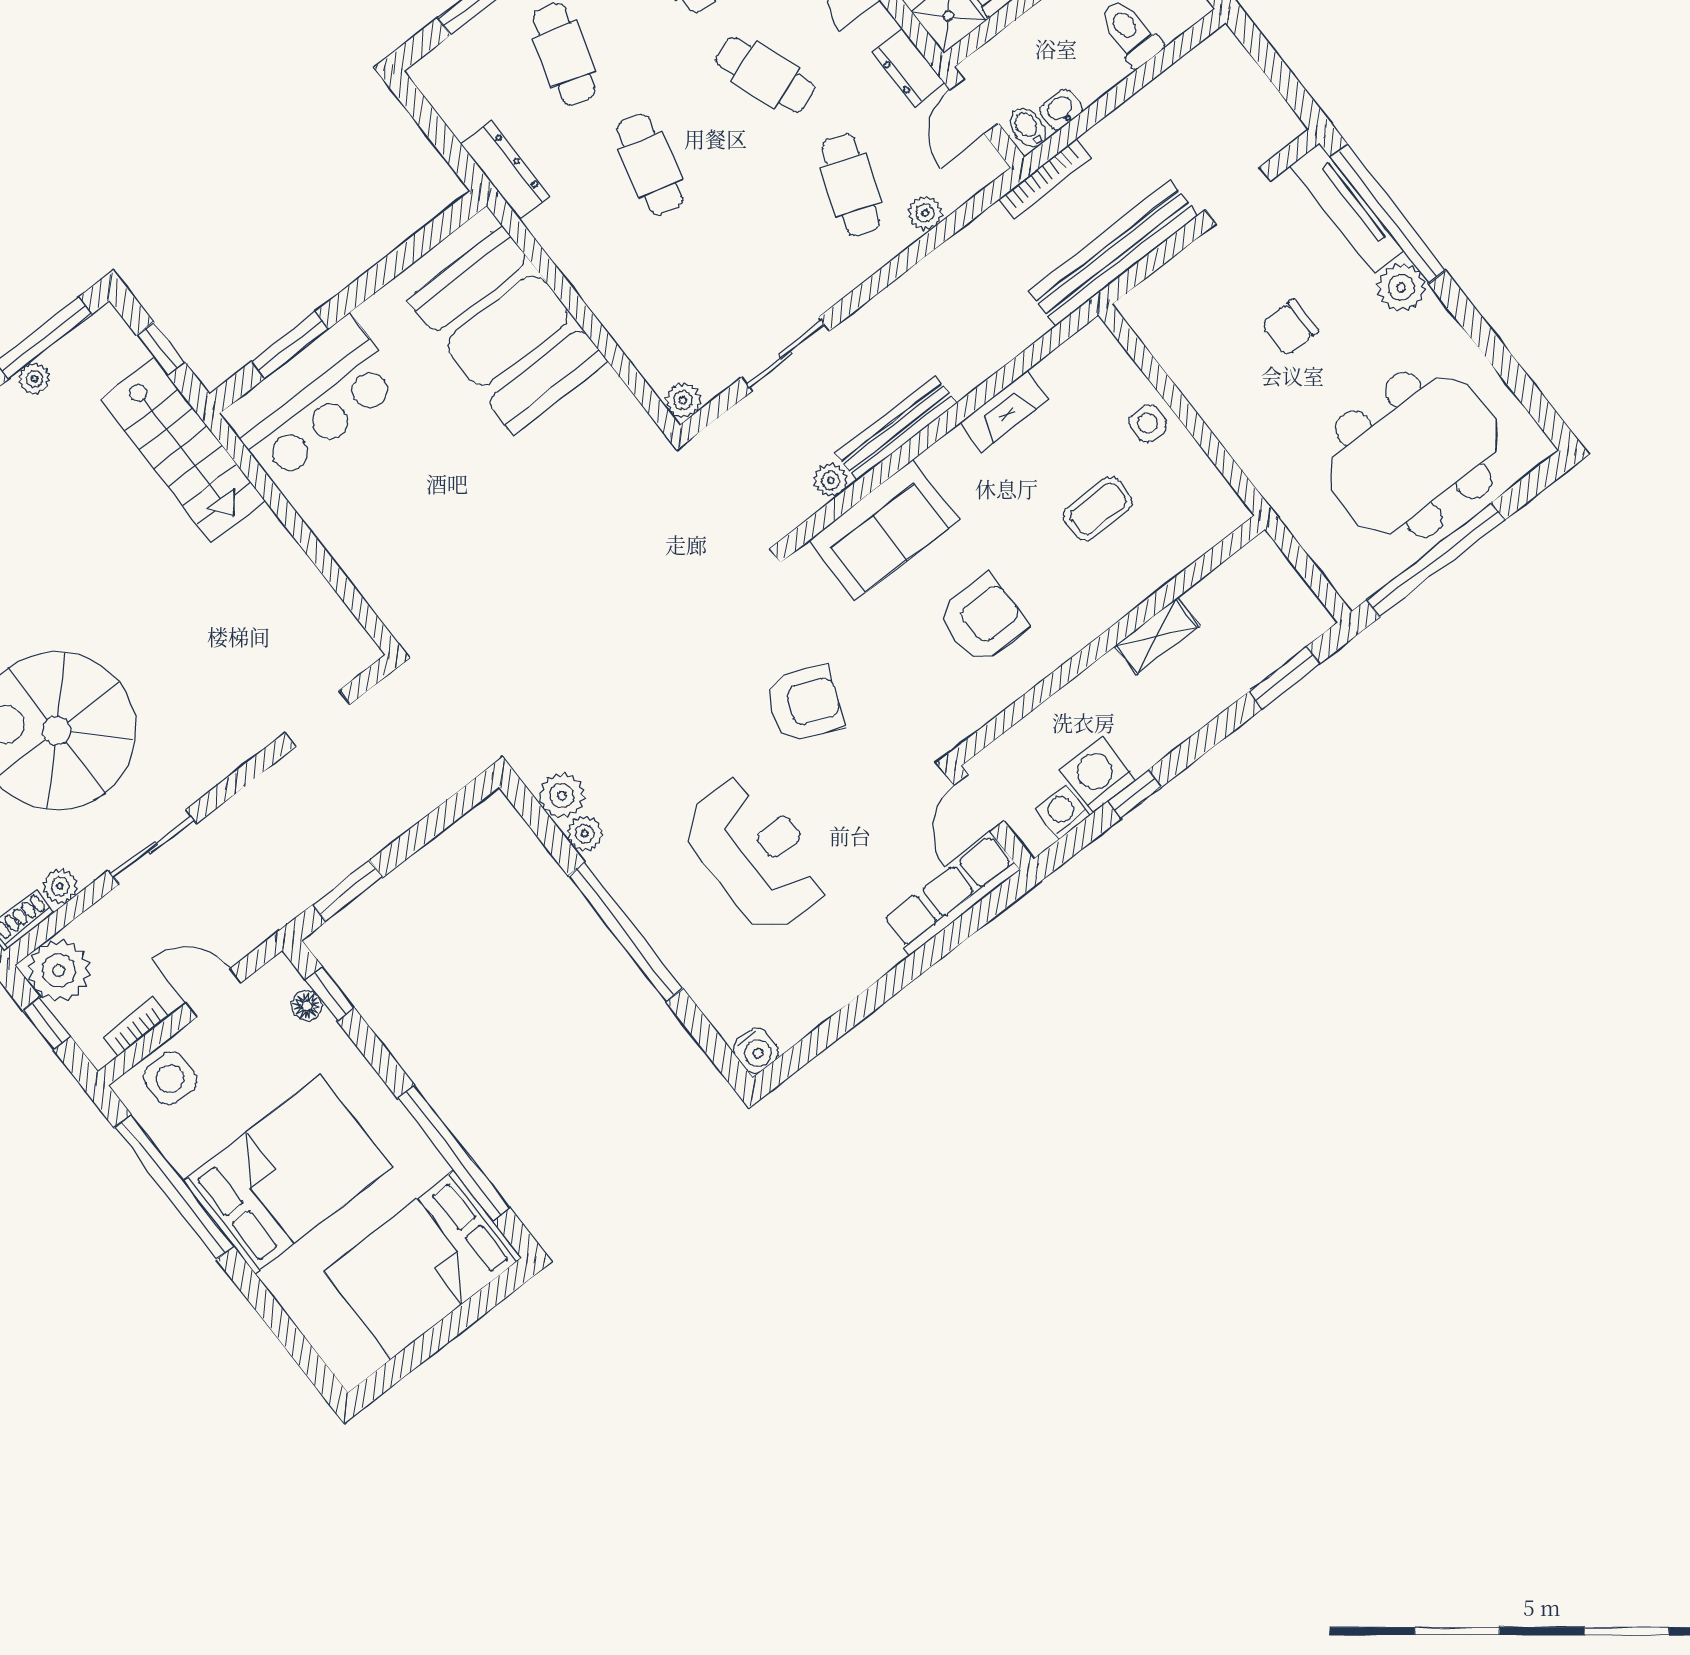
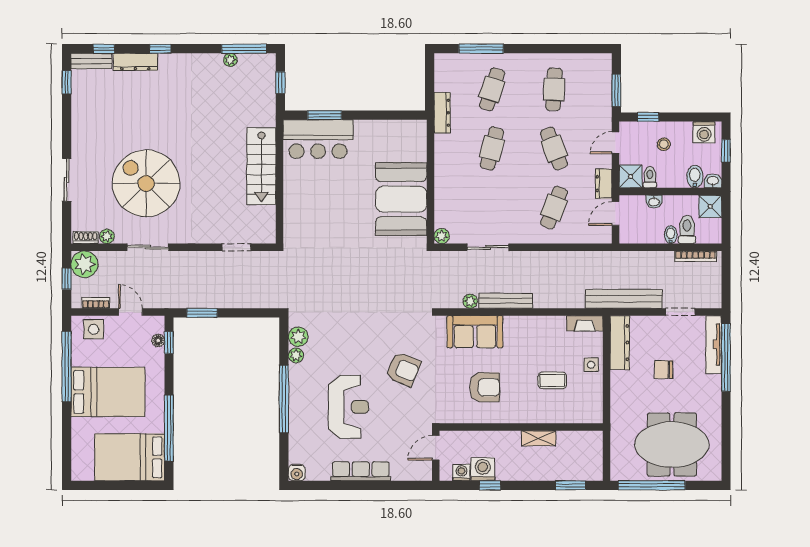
washbasin: (1061, 109) -> (654, 202), moved, turned 180
bidet: (1028, 127) -> (671, 235), moved
bookcase: (1044, 179) -> (696, 256), moved
plant: (925, 213) -> (571, 236), removed
plant: (1401, 287) -> (711, 385), removed
booth: (508, 330) -> (401, 199), moved
dresser: (1169, 341) -> (620, 343), added
fireplace: (1004, 411) -> (585, 323), moved
stairs: (183, 450) -> (261, 166), moved
row of seats: (951, 895) -> (361, 471), moved

